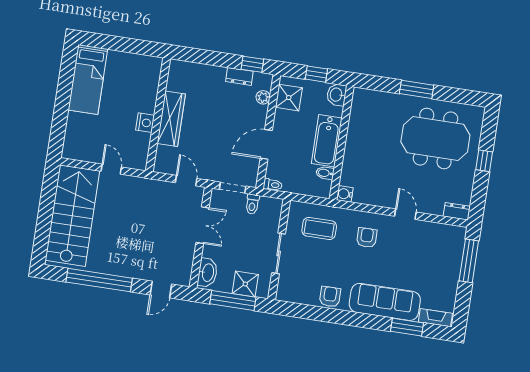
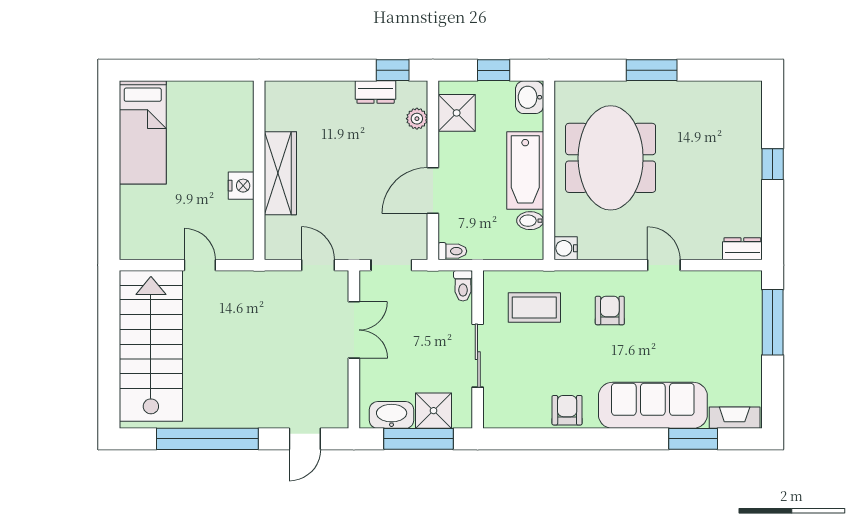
meeting table: (435, 139) -> (611, 158), moved, turned 90
toilet: (252, 204) -> (463, 286), moved
washbasin: (207, 273) -> (392, 415), moved, turned -90

